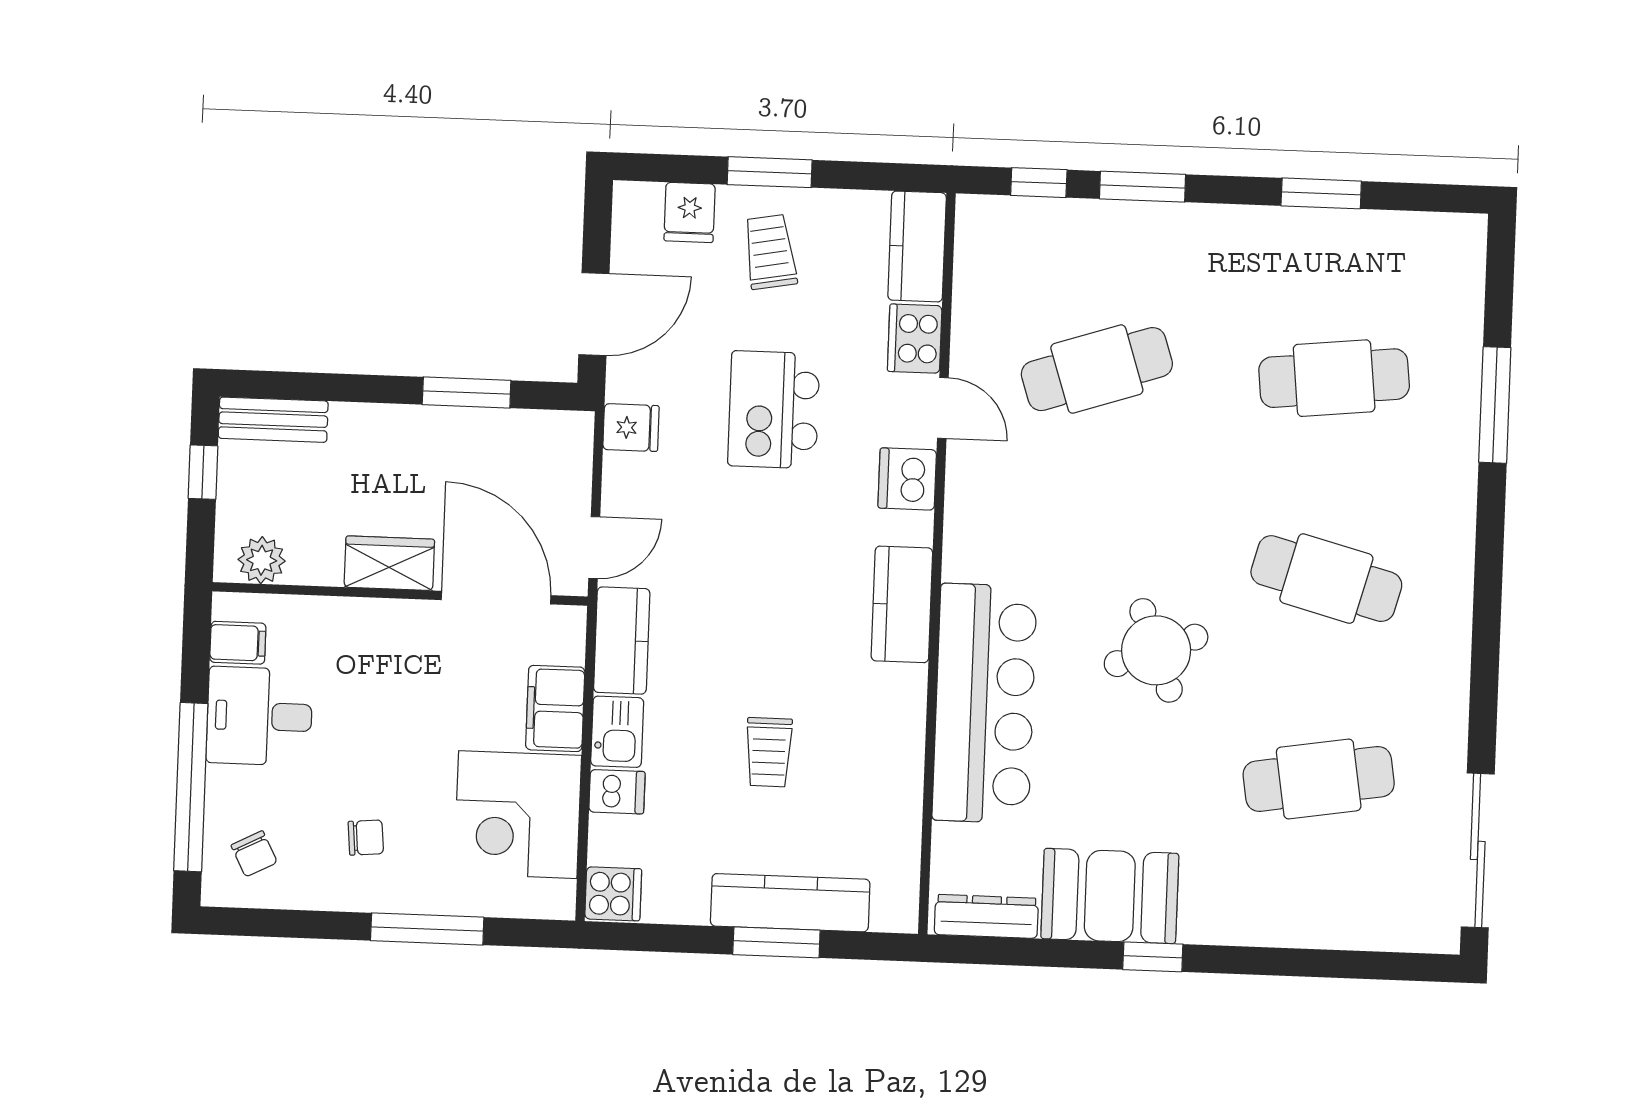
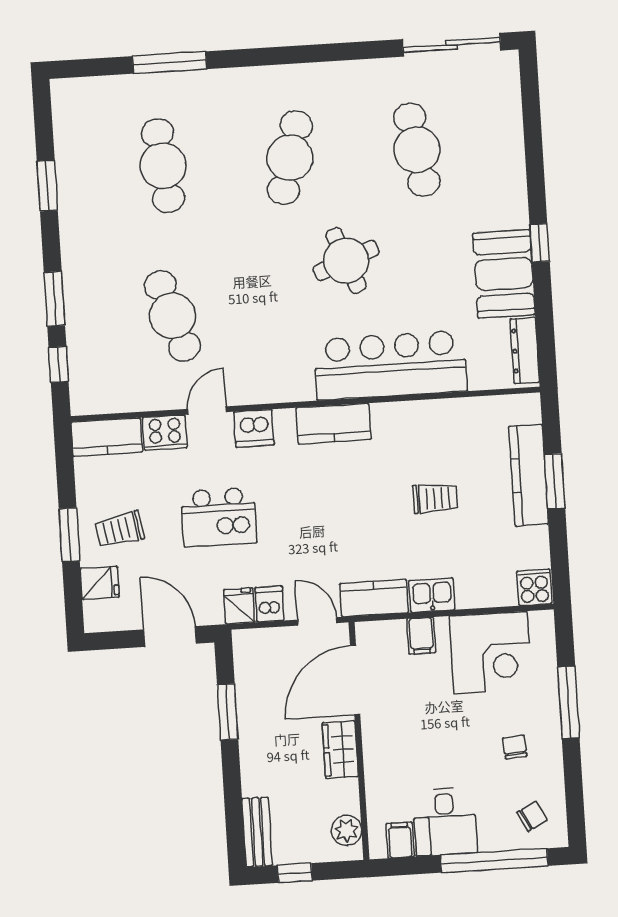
filing cabinet: (555, 708) -> (421, 636), width x0.50
dishwasher: (617, 792) -> (270, 604), moved

